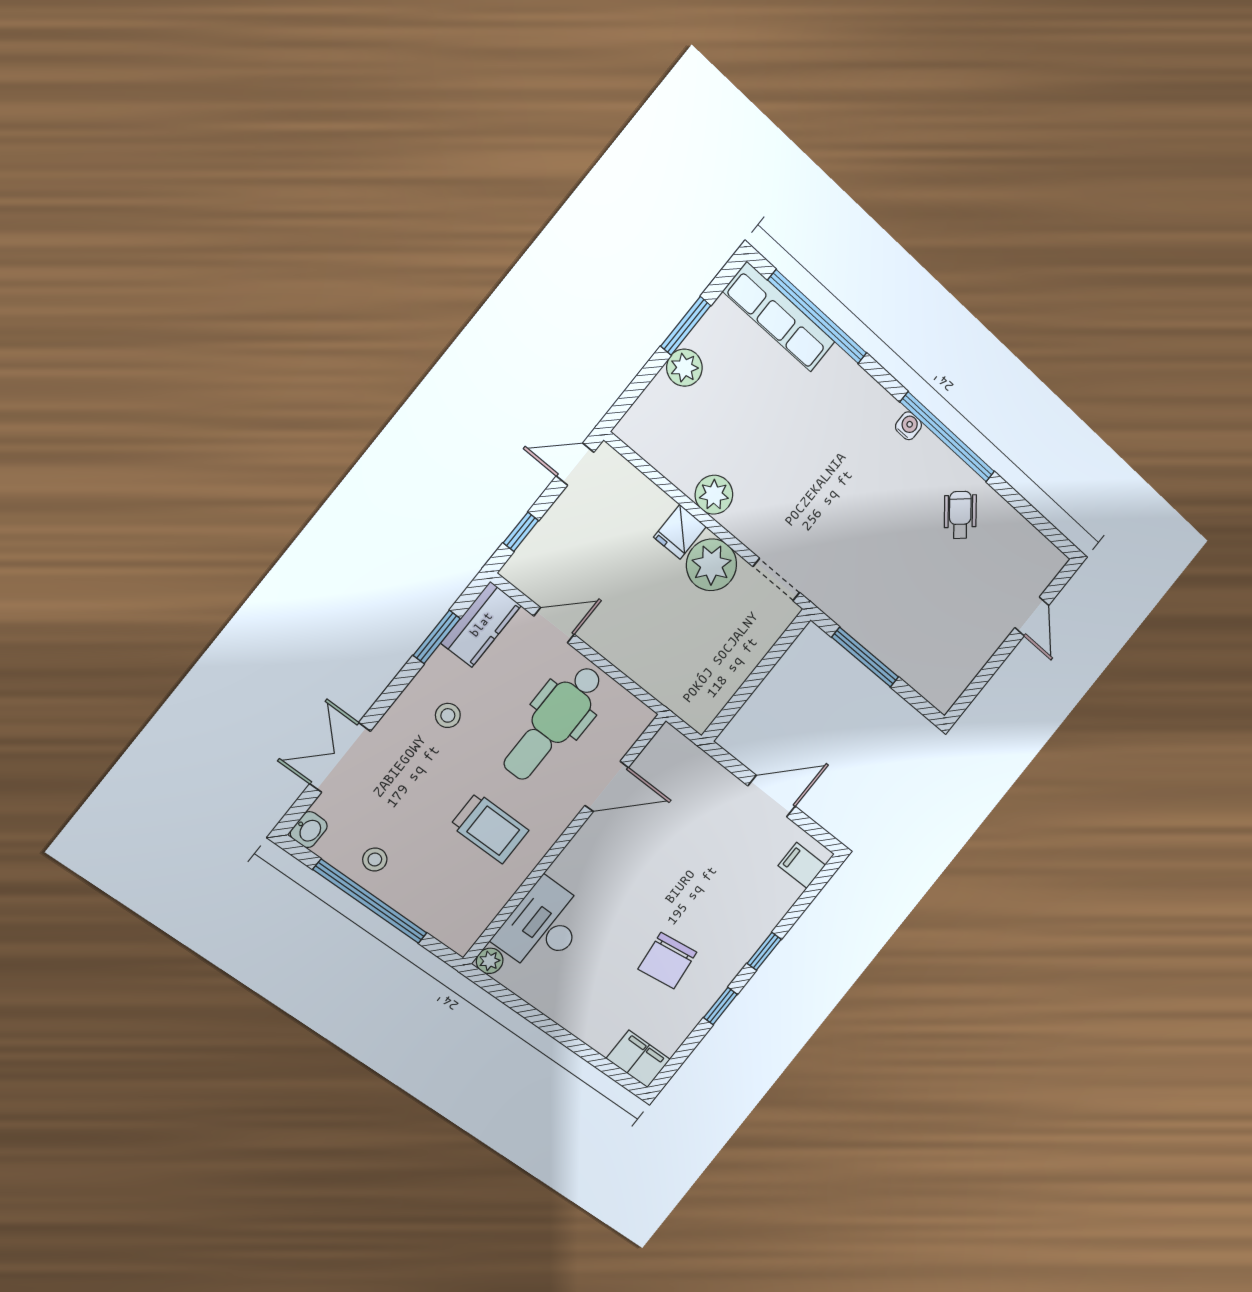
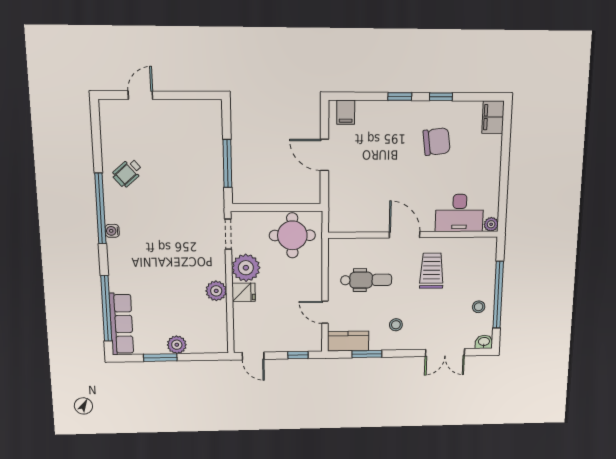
round table: (702, 667) -> (292, 235), added
dental chair: (553, 723) -> (366, 280), width x0.73, depth x0.72
door: (607, 786) -> (405, 235), moved

